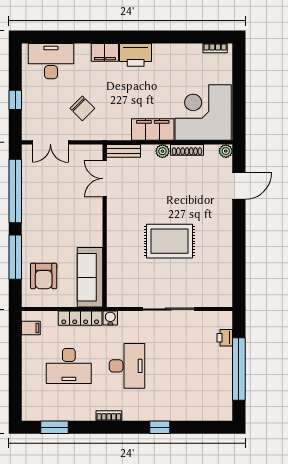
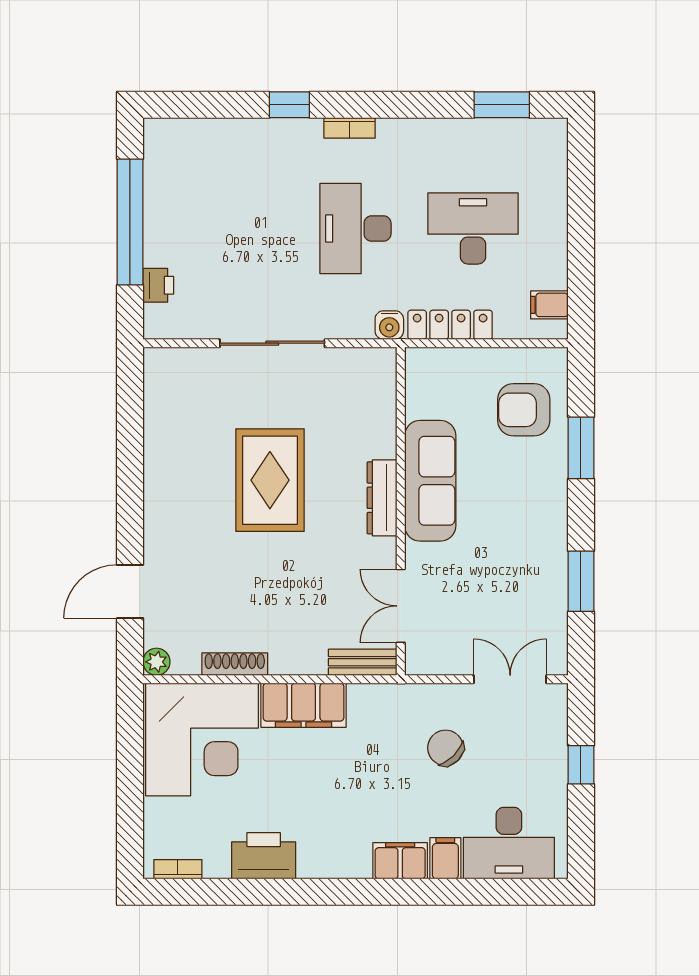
filing cabinet: (83, 54) -> (445, 858), added
printer: (136, 55) -> (264, 856), moved
plant: (162, 151) -> (284, 662), removed
double door: (105, 179) -> (401, 606), swing flipped
window: (15, 191) -> (581, 581), width x0.47
dresser: (114, 232) -> (382, 498), added
rug: (169, 241) -> (270, 480), turned 90
window: (15, 257) -> (581, 448), width x0.69
armchair: (44, 276) -> (524, 410), turned -90
sofa: (90, 277) -> (430, 481), moved
bookcase: (109, 416) -> (350, 128), moved

